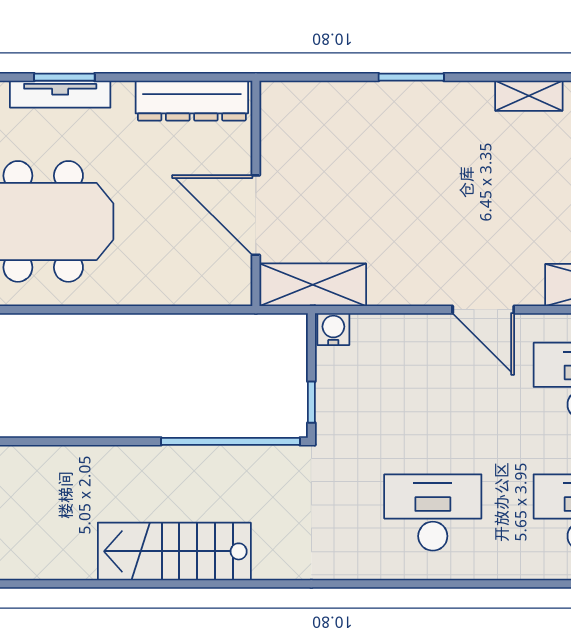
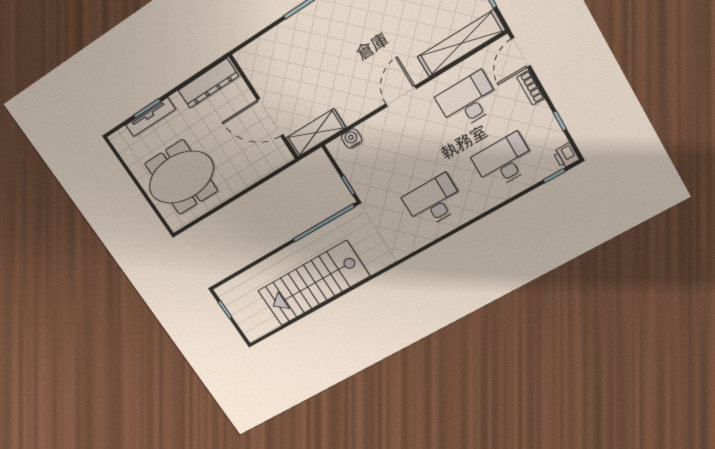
door: (483, 310) -> (401, 96), swing flipped
water cooler: (333, 329) -> (352, 139), moved
stairs: (174, 551) -> (314, 284), width x1.36, depth x1.51

